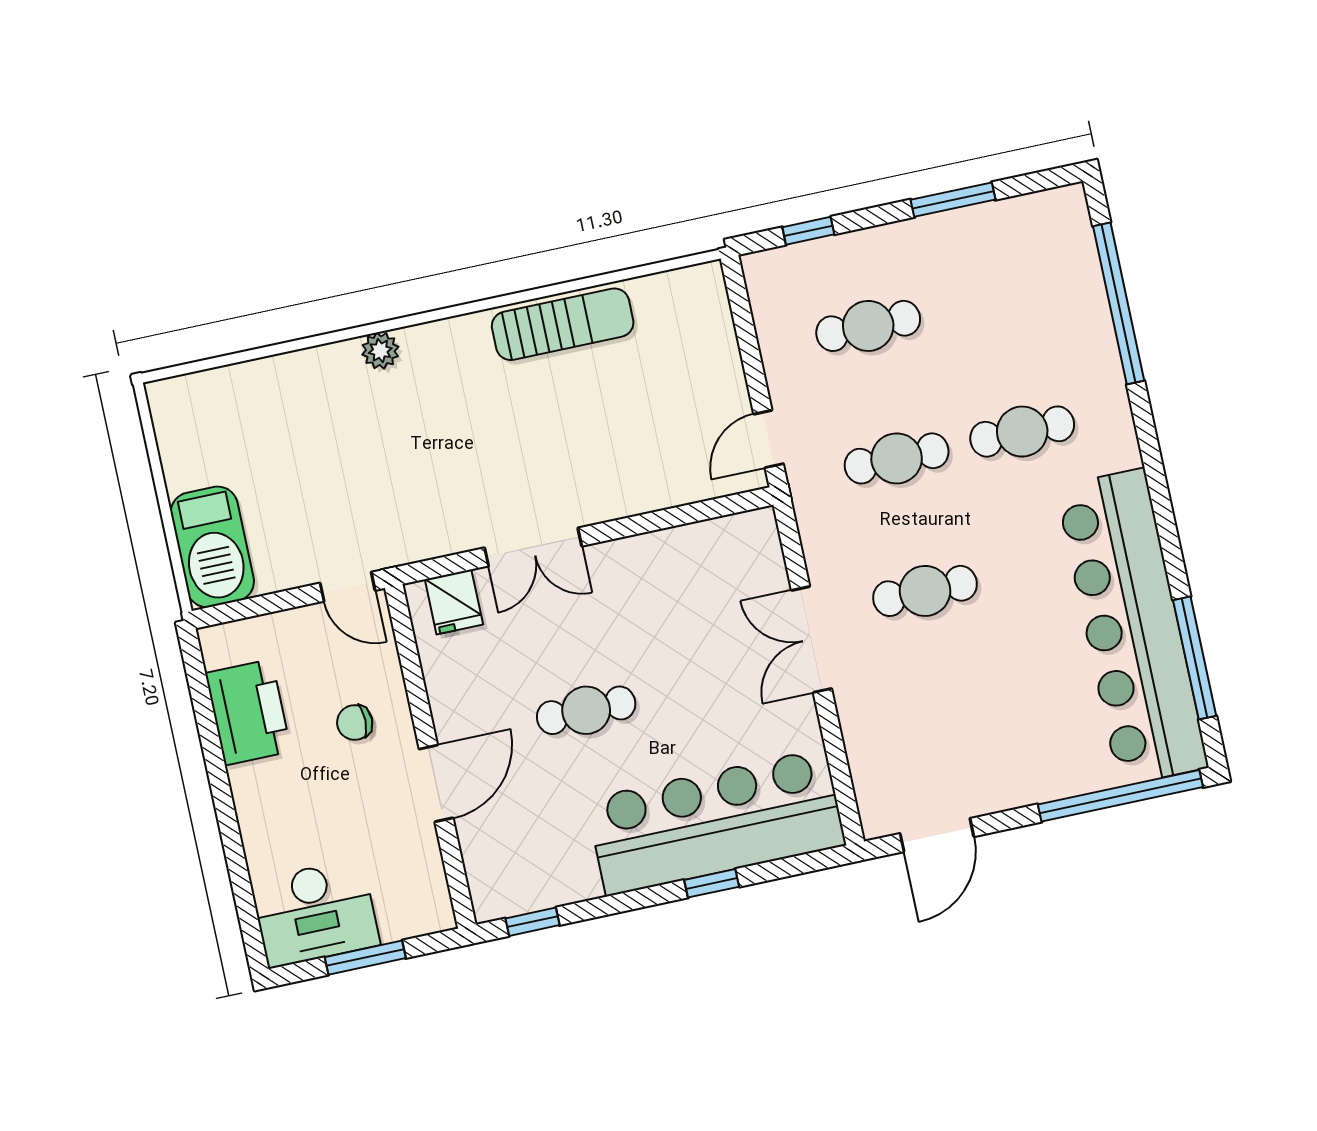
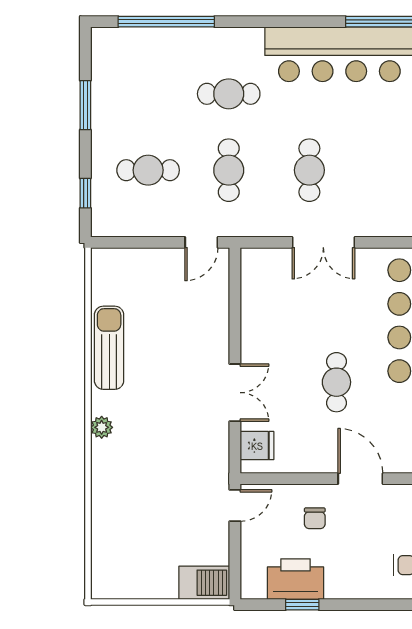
cafe table: (868, 326) -> (148, 170), turned 90
plant: (380, 351) -> (102, 427), moved
cafe table: (1022, 432) -> (229, 94), turned 90
door: (769, 439) -> (201, 242), hinge flipped
barbecue: (212, 547) -> (204, 583), width x0.73, depth x0.83
window: (209, 732) -> (302, 605), added

